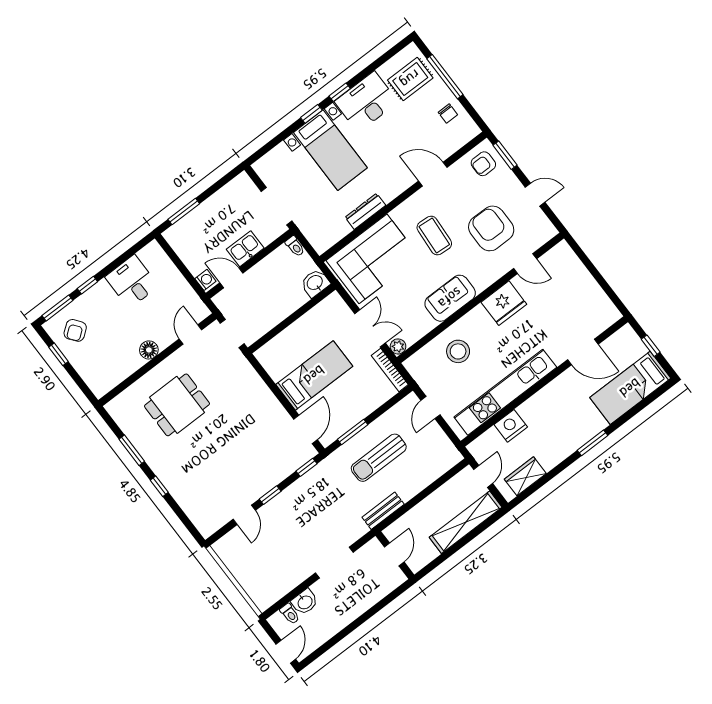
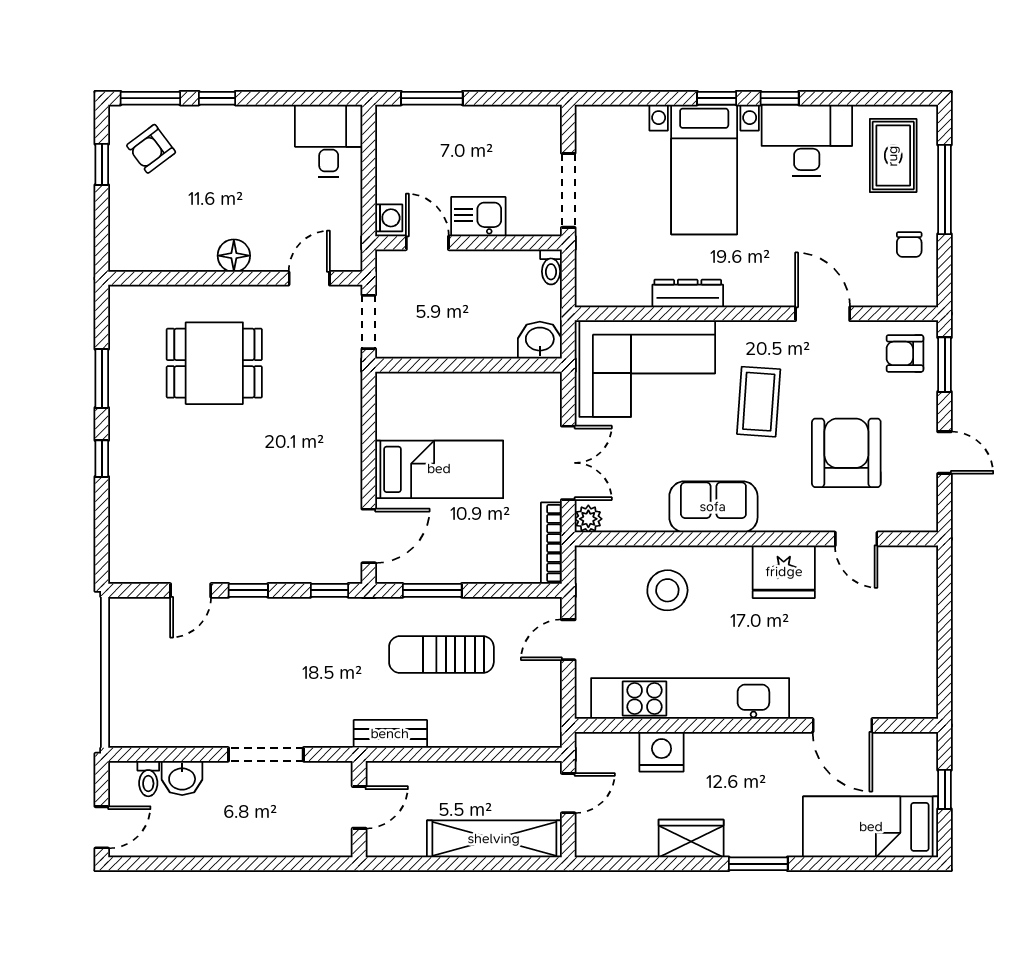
rug: (410, 79) -> (893, 156), turned 90
desk: (132, 282) -> (329, 141), moved
wardrobe: (525, 476) -> (691, 838), moved

